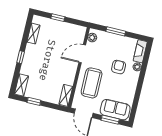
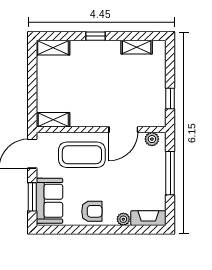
window: (58, 18) -> (170, 99), moved
window: (116, 31) -> (170, 173), width x1.44
door: (82, 54) -> (123, 130), swing flipped
armchair: (119, 67) -> (92, 211), moved
window: (34, 101) -> (32, 73), removed

